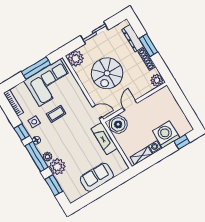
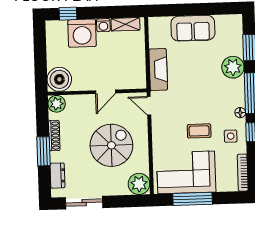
sliding door: (94, 33) -> (84, 203), moved
dresser: (133, 38) -> (57, 176), width x0.70
boiler: (118, 124) -> (59, 79), moved
plant: (47, 157) -> (238, 86), removed

